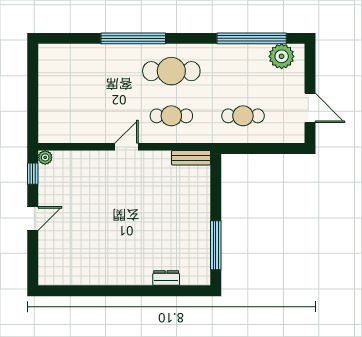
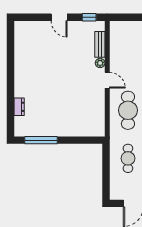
cafe table: (171, 116) -> (128, 110), width x1.37, depth x1.35
plant: (45, 157) -> (100, 63), moved
bench: (191, 158) -> (100, 44), moved

